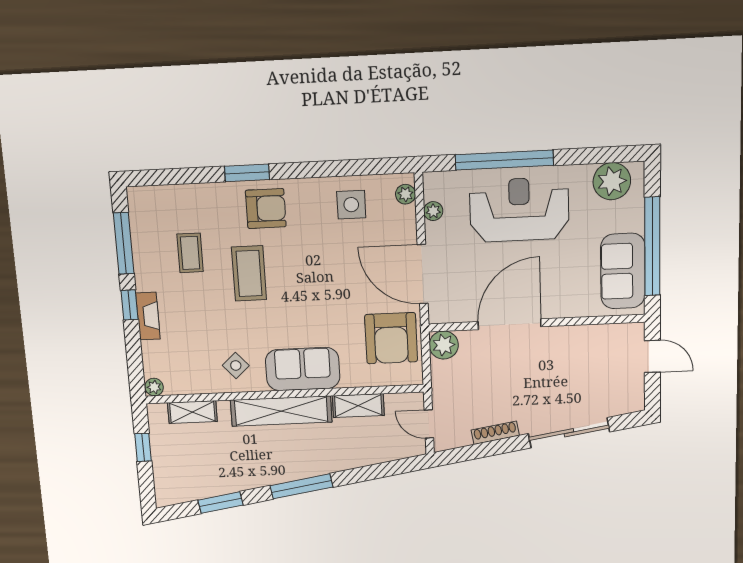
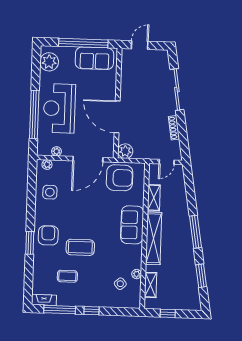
fireplace: (148, 316) -> (44, 300), moved
side table: (236, 365) -> (120, 284), moved
plant: (154, 387) -> (137, 274), moved

